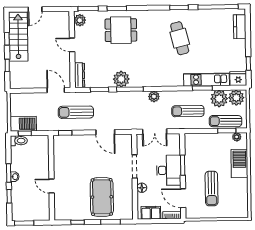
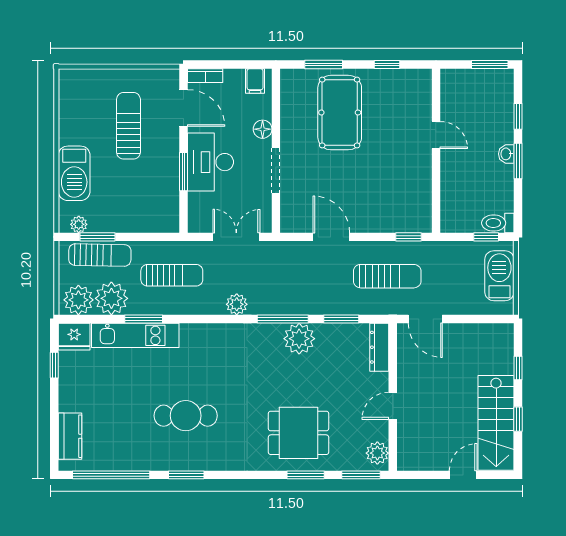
cafe table: (180, 38) -> (186, 416), turned -76
door: (72, 45) -> (393, 406), swing flipped
barbecue: (23, 124) -> (499, 276), moved, turned 90
filing cabinet: (151, 213) -> (255, 81), width x0.50

